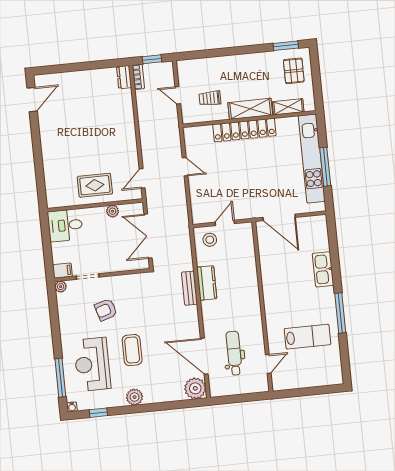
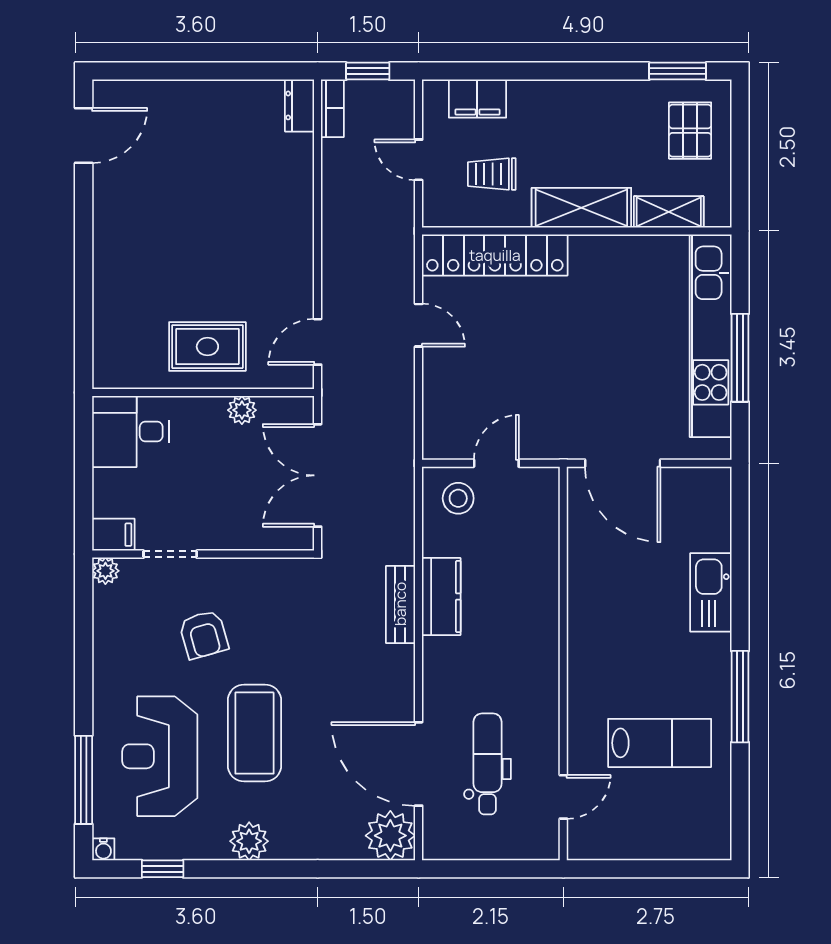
filing cabinet: (201, 66) -> (477, 99), added
locker: (244, 130) -> (495, 255), moved
armchair: (106, 310) -> (204, 635), turned -89
coffee table: (132, 350) -> (254, 733), width x1.36, depth x1.32

